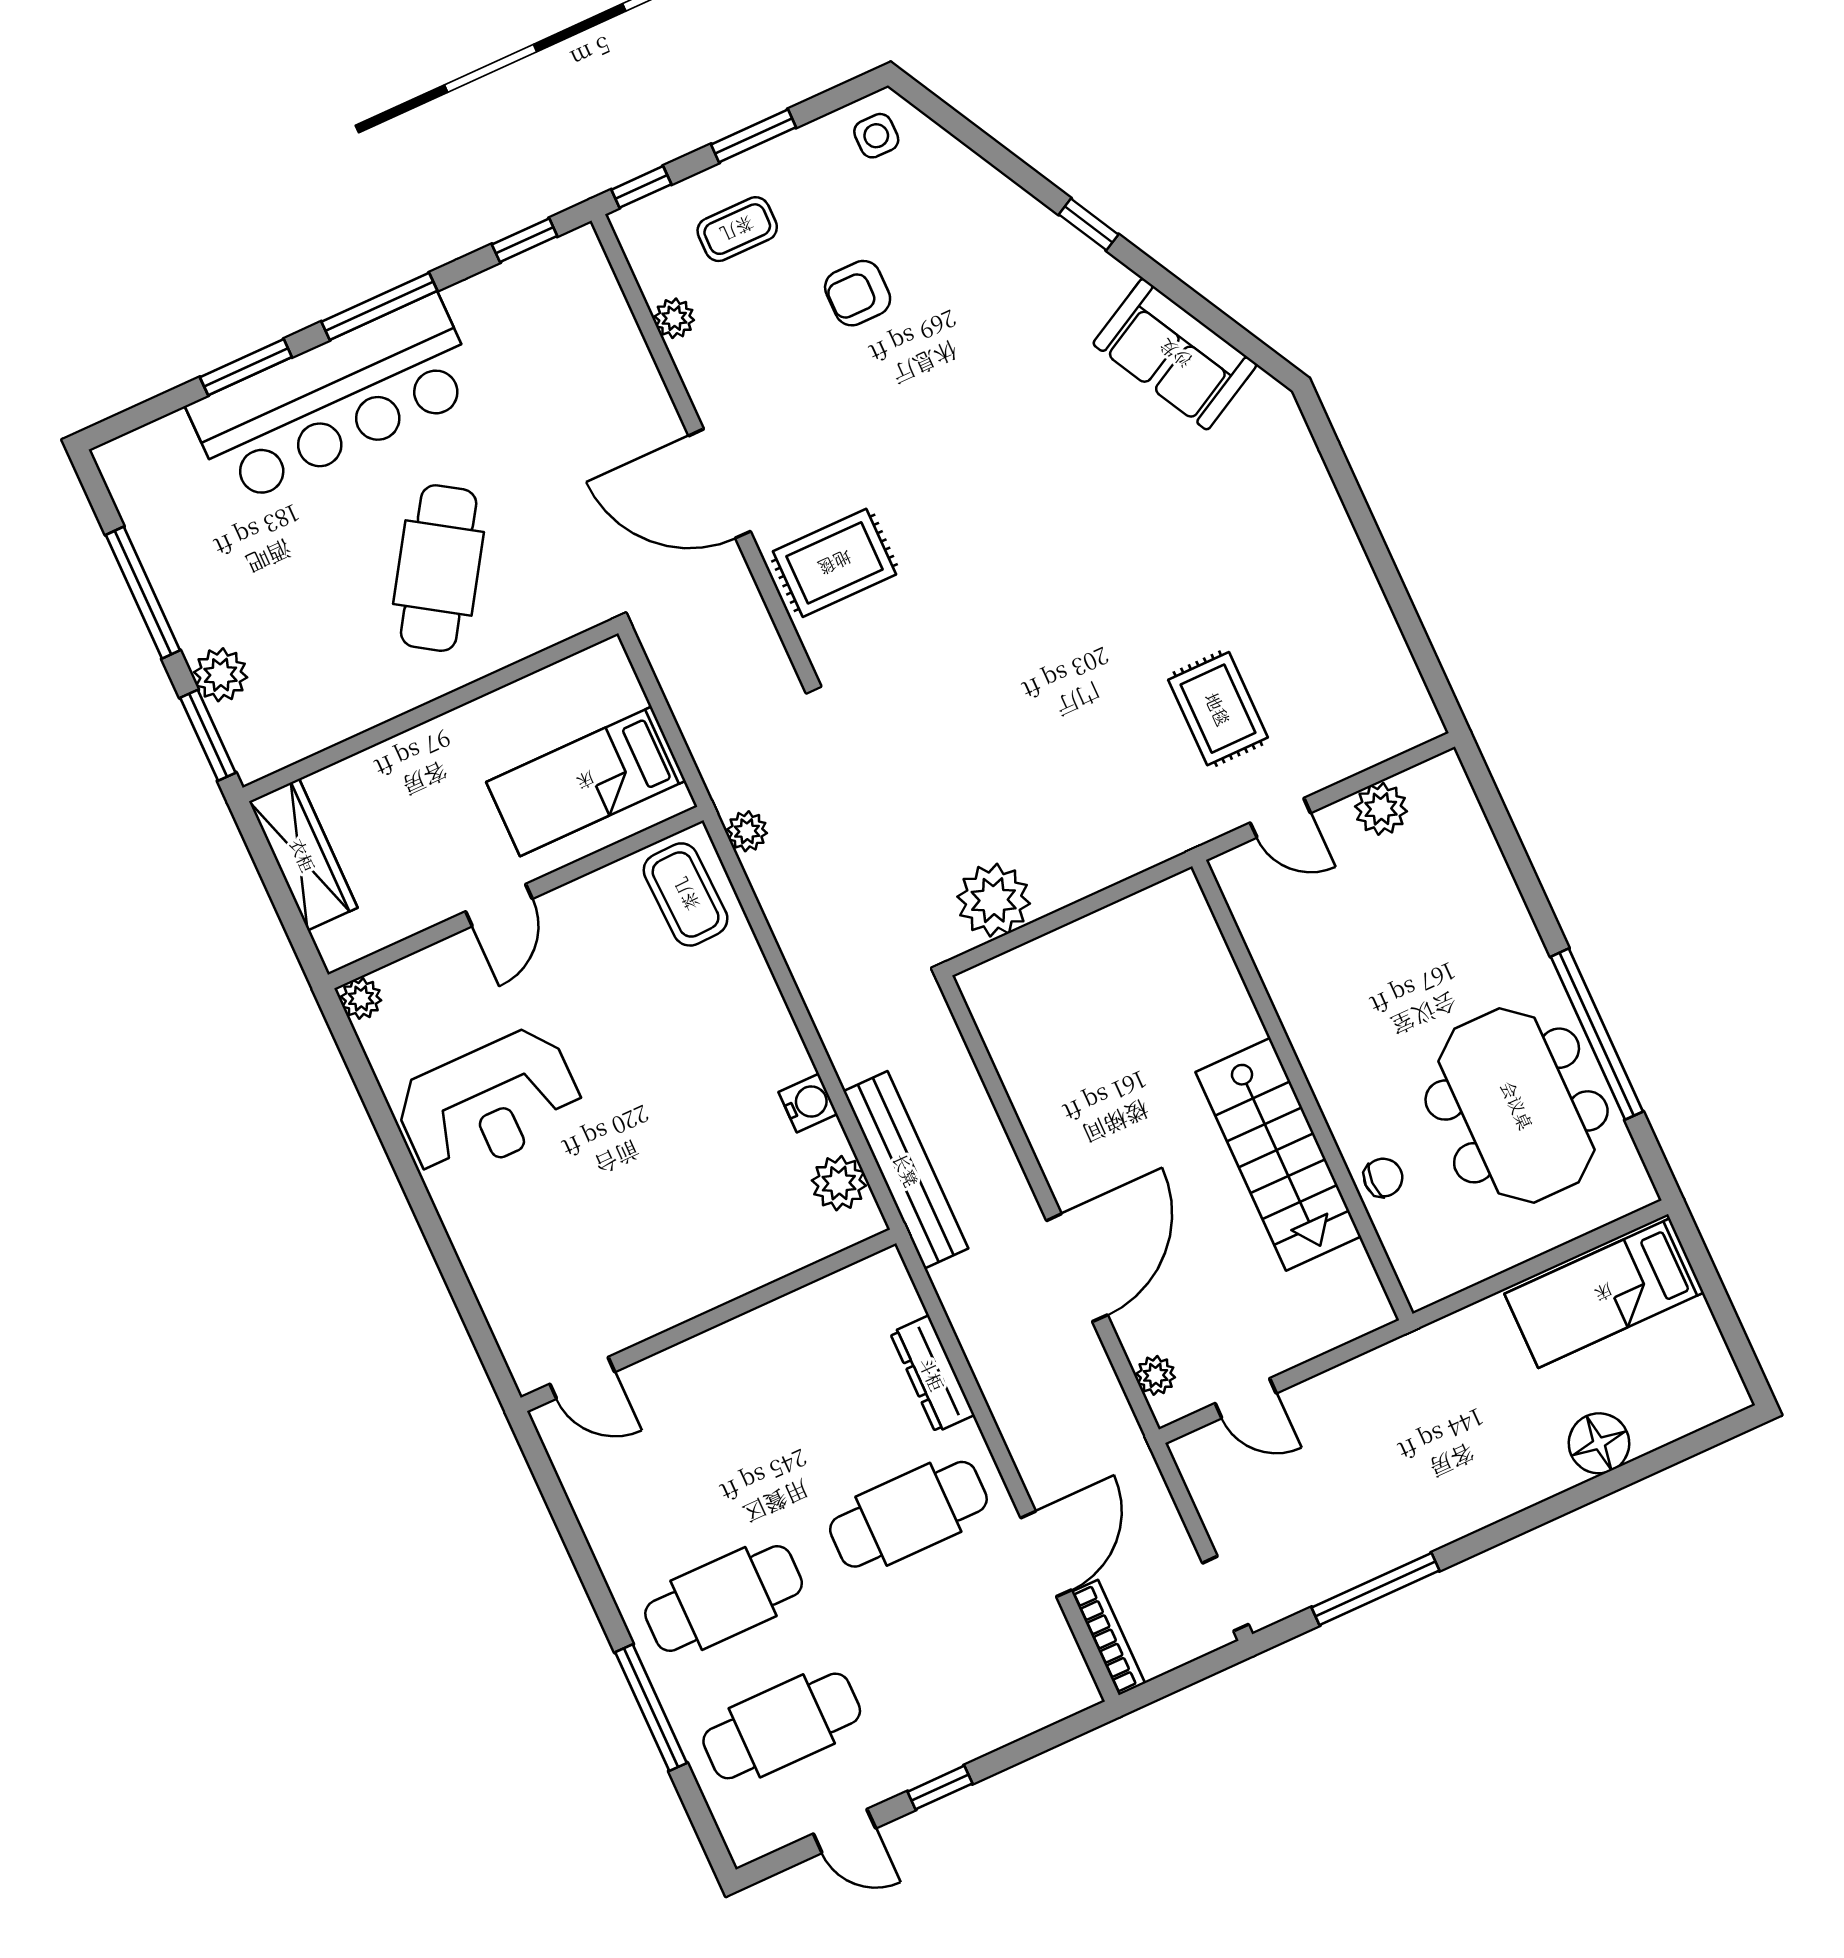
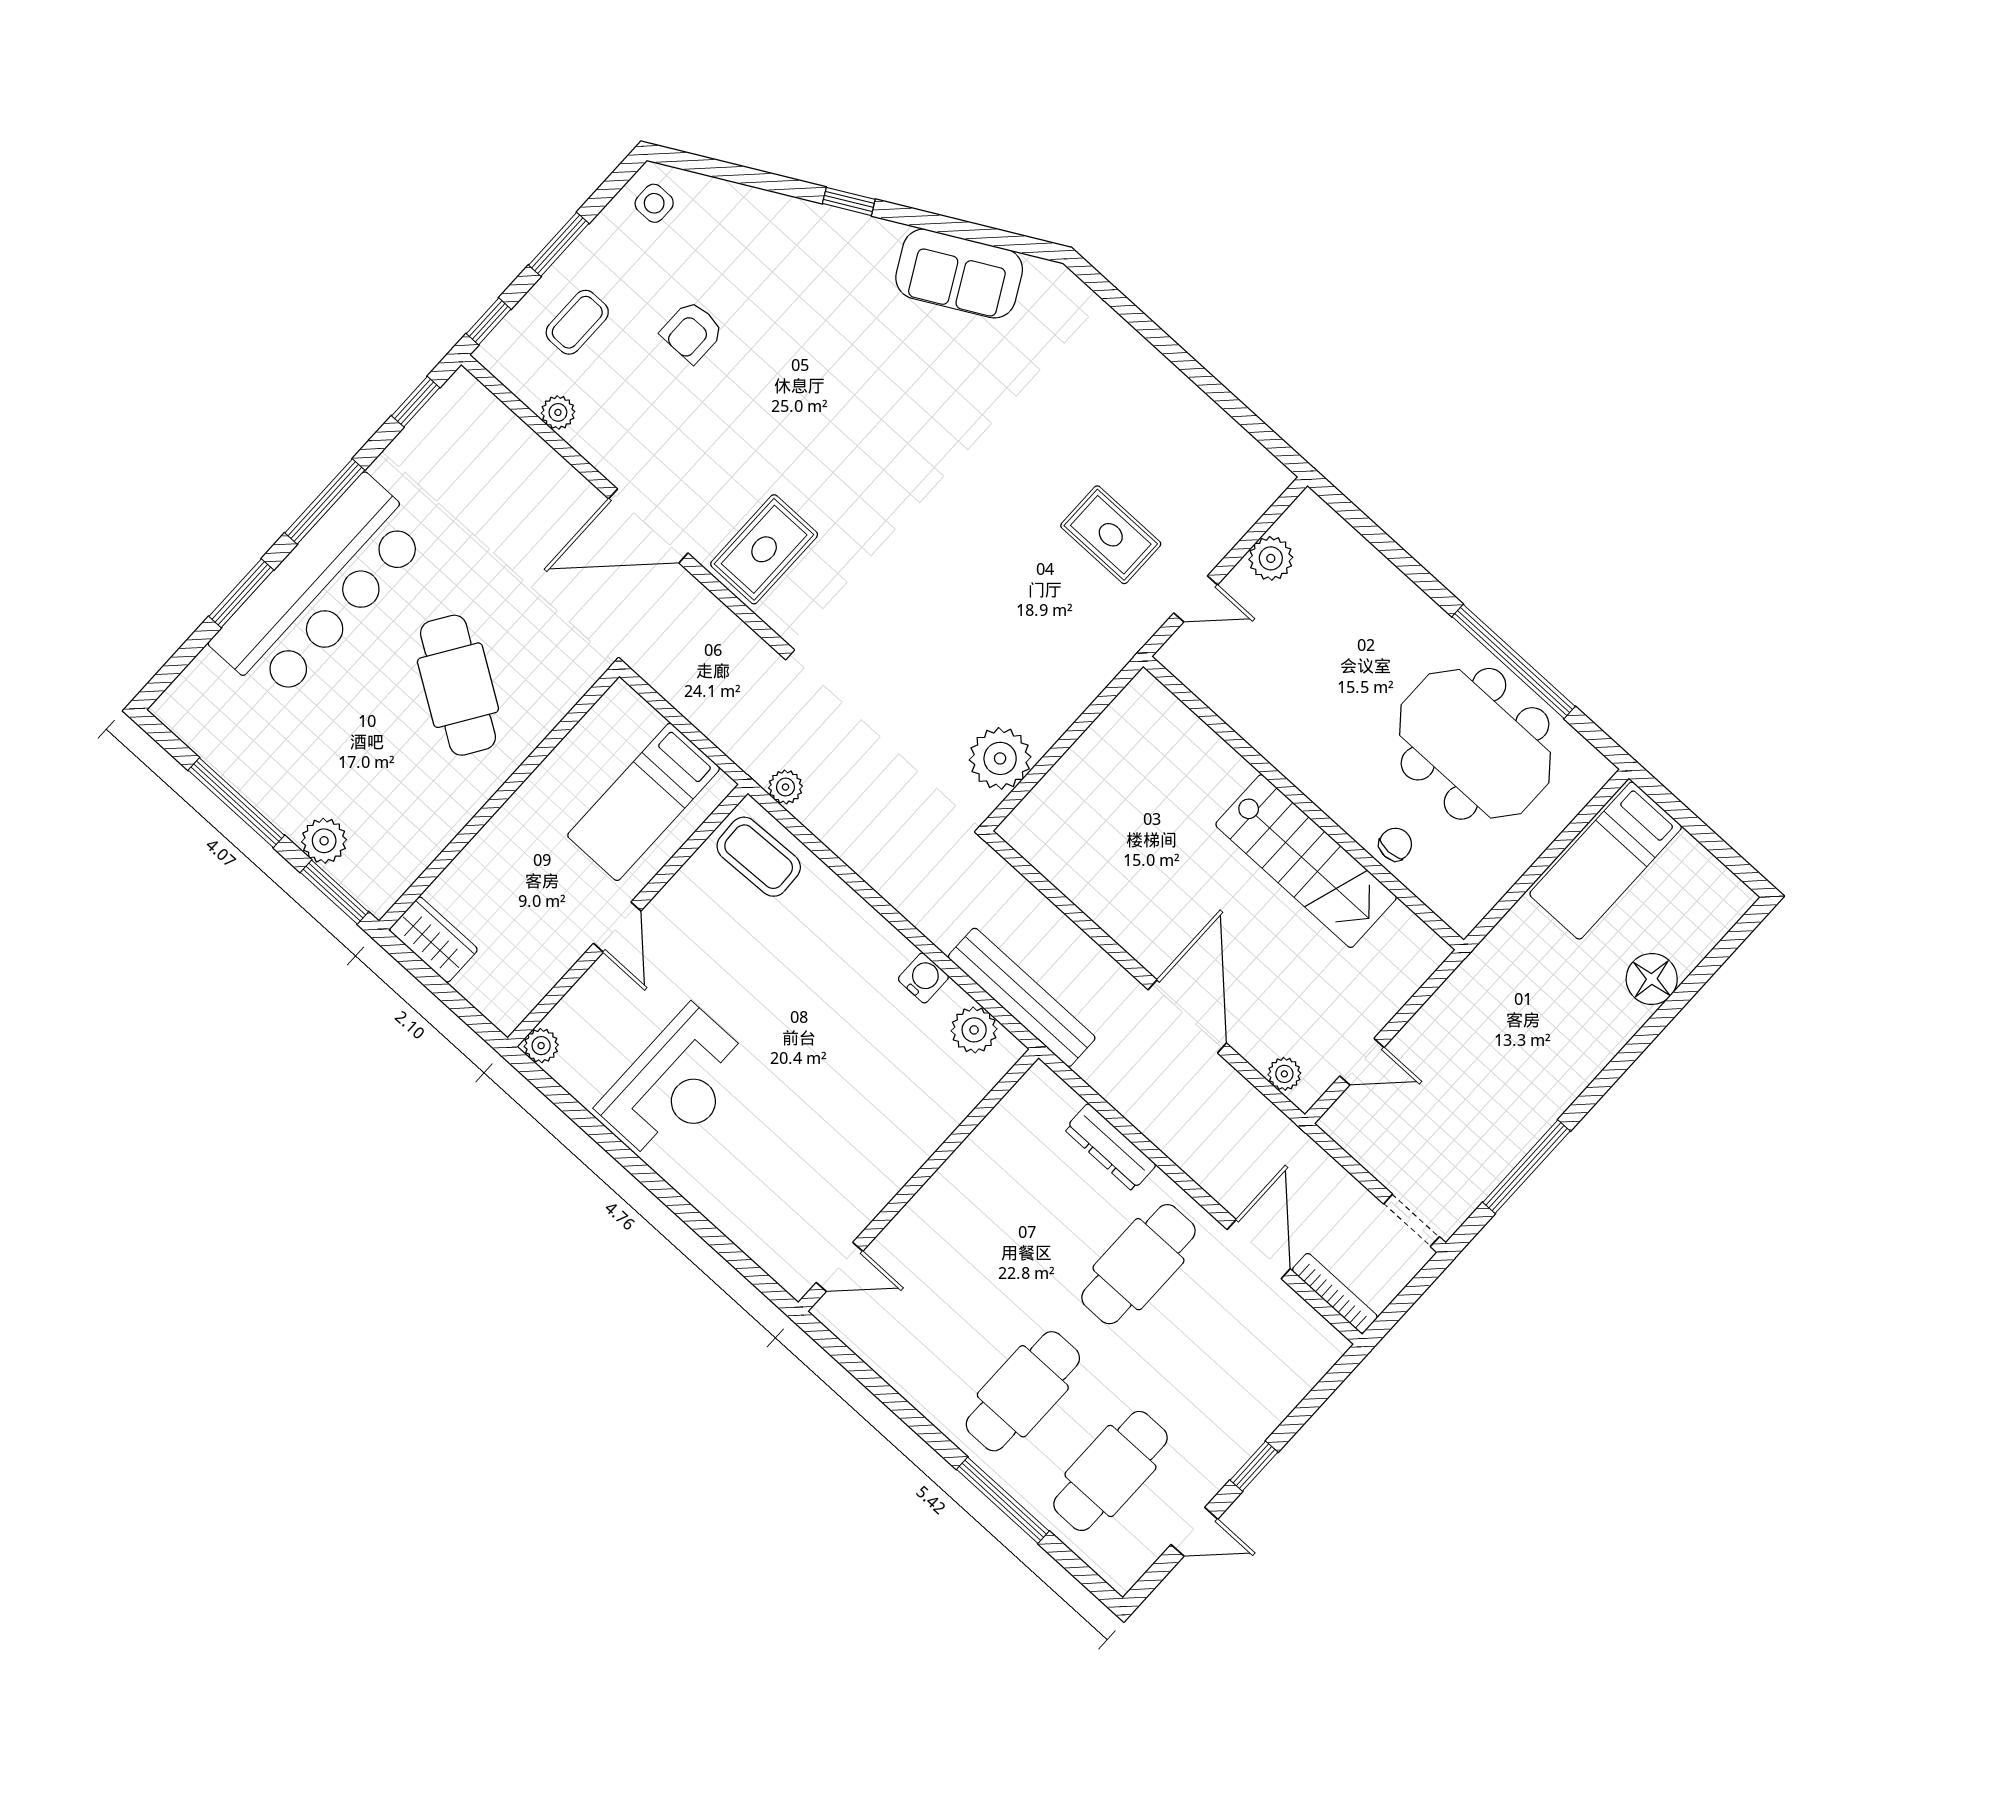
wardrobe: (303, 855) -> (433, 940), width x0.67

